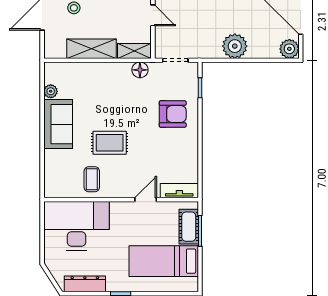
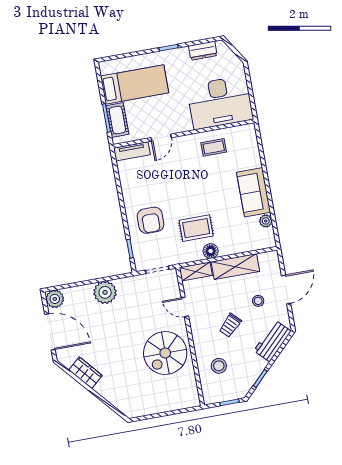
floor lamp: (140, 70) -> (211, 251), moved
armchair: (173, 114) -> (151, 220), turned -90
rug: (110, 143) -> (196, 228), moved
coffee table: (92, 179) -> (214, 147), turned 90
dresser: (85, 284) -> (203, 51), width x0.70

